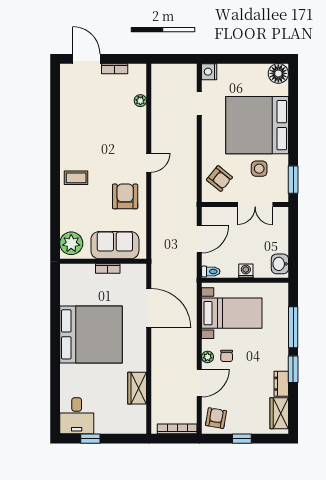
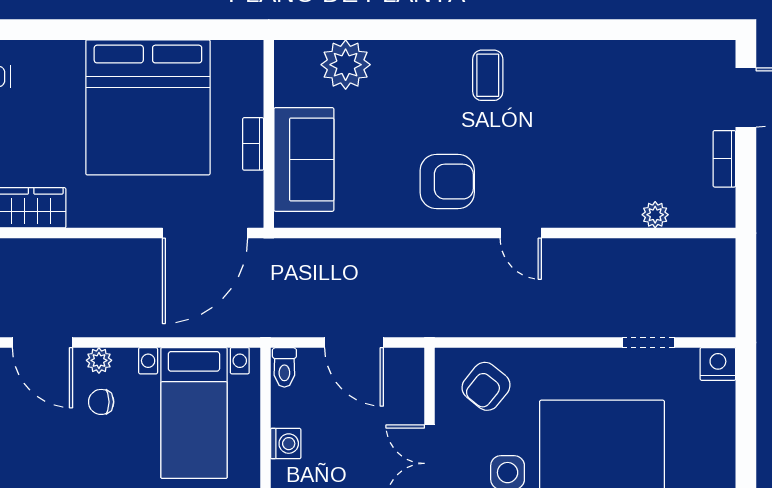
sofa: (115, 245) -> (304, 159), moved
wall: (103, 261) -> (269, 134), moved
bookcase: (108, 269) -> (253, 144), moved

